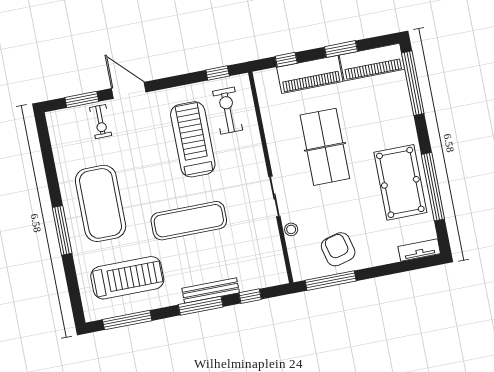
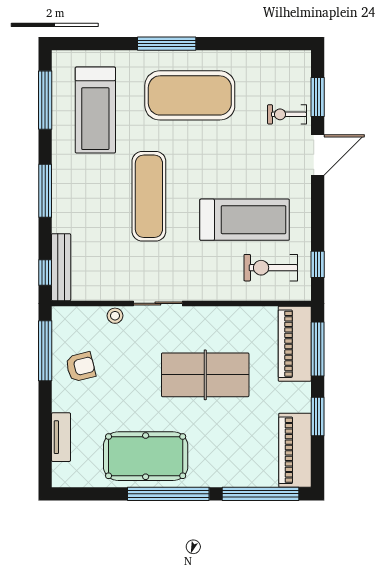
window: (286, 60) -> (318, 349), width x2.17
piano: (310, 74) -> (295, 344), moved
exercise bike: (228, 111) -> (271, 268), turned 180
window: (433, 187) -> (168, 494), moved
armchair: (338, 249) -> (81, 367), width x0.72, depth x0.72
tv unit: (419, 250) -> (61, 437), moved
bench: (211, 290) -> (61, 267), moved
window: (250, 296) -> (45, 273), moved

